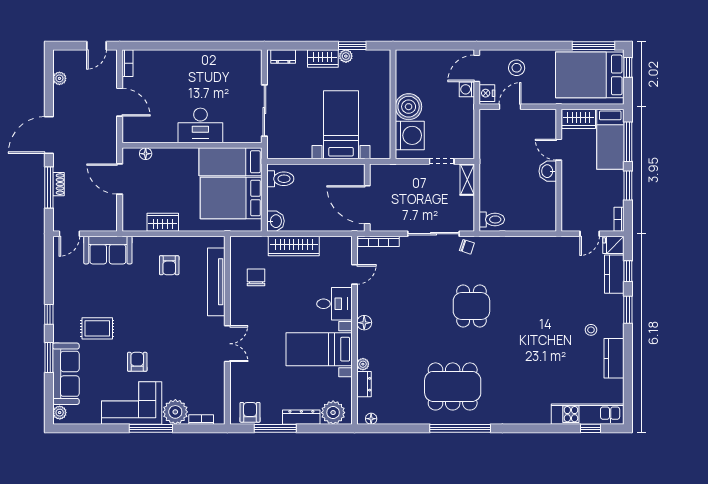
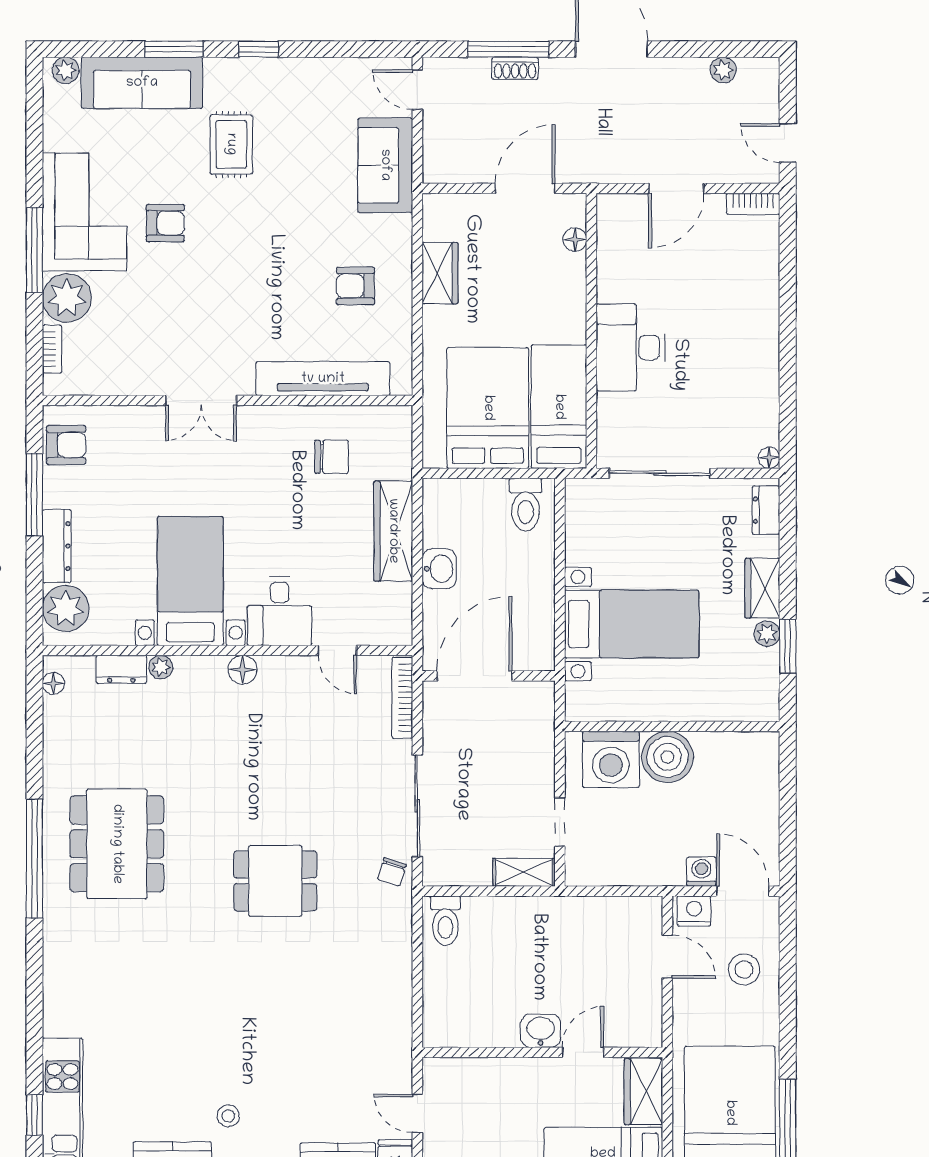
floor lamp: (256, 55) -> (769, 458), added
washbasin: (275, 221) -> (439, 569), moved, turned -90

